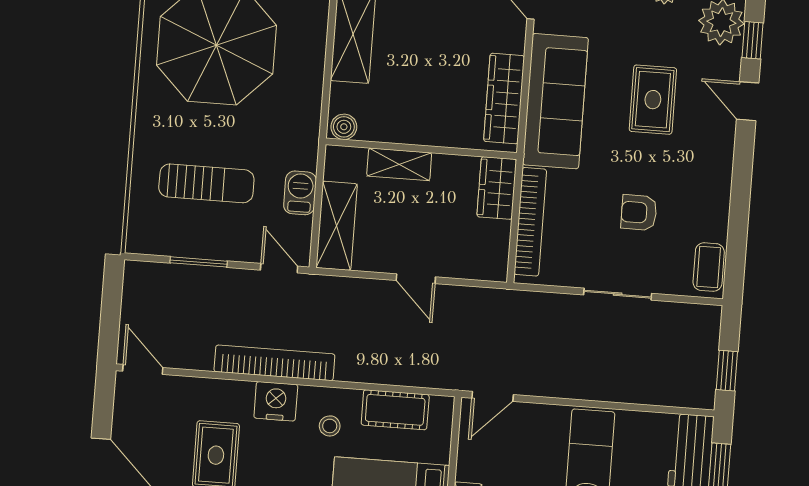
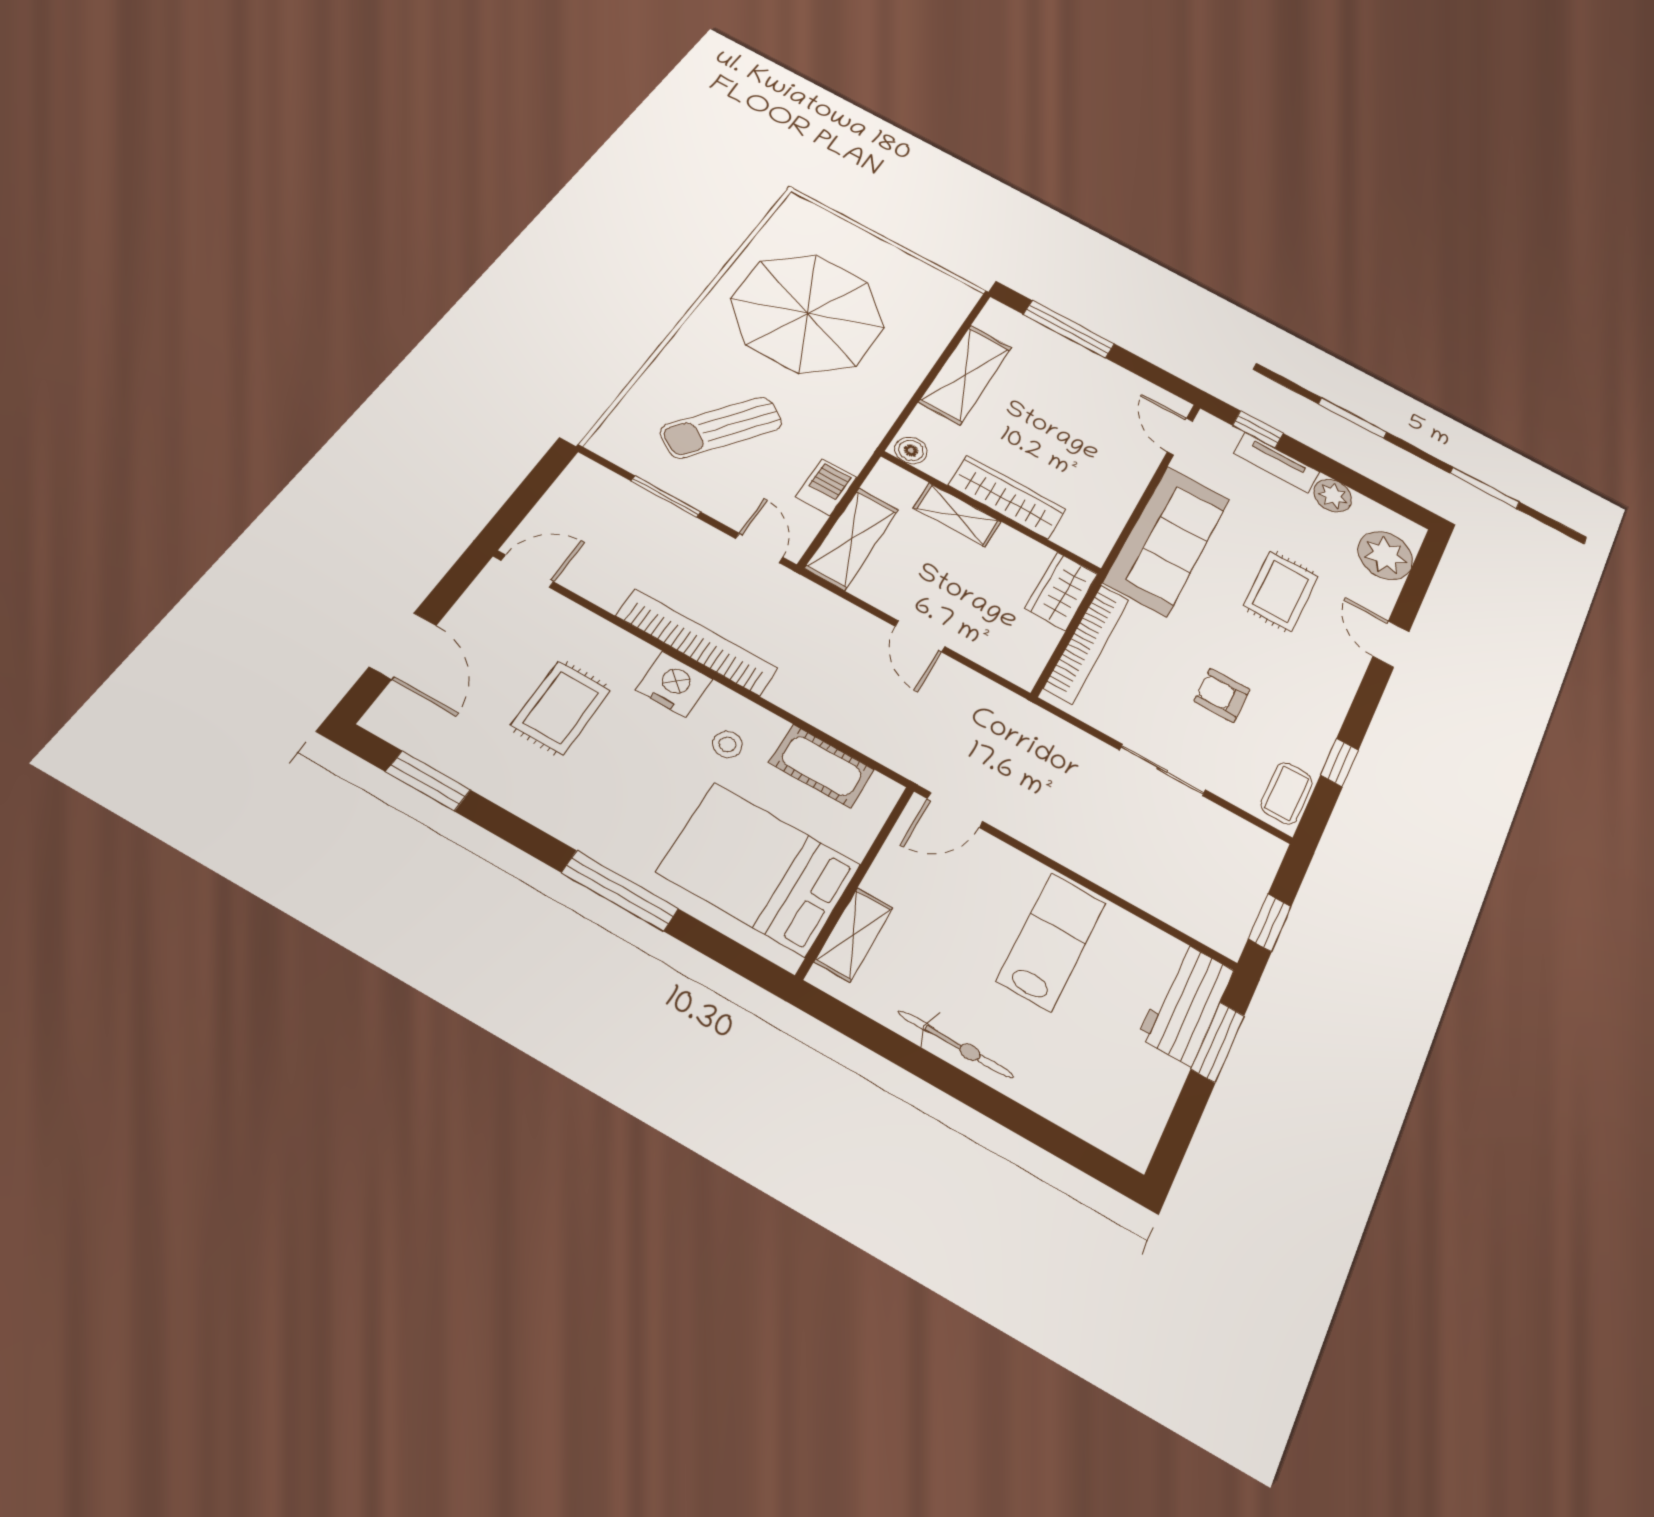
window: (752, 40) -> (1339, 763), moved
wardrobe: (504, 99) -> (1007, 497), moved, turned 90
sun lounger: (206, 183) -> (721, 427), turned 125
door: (143, 369) -> (527, 571), hinge flipped

